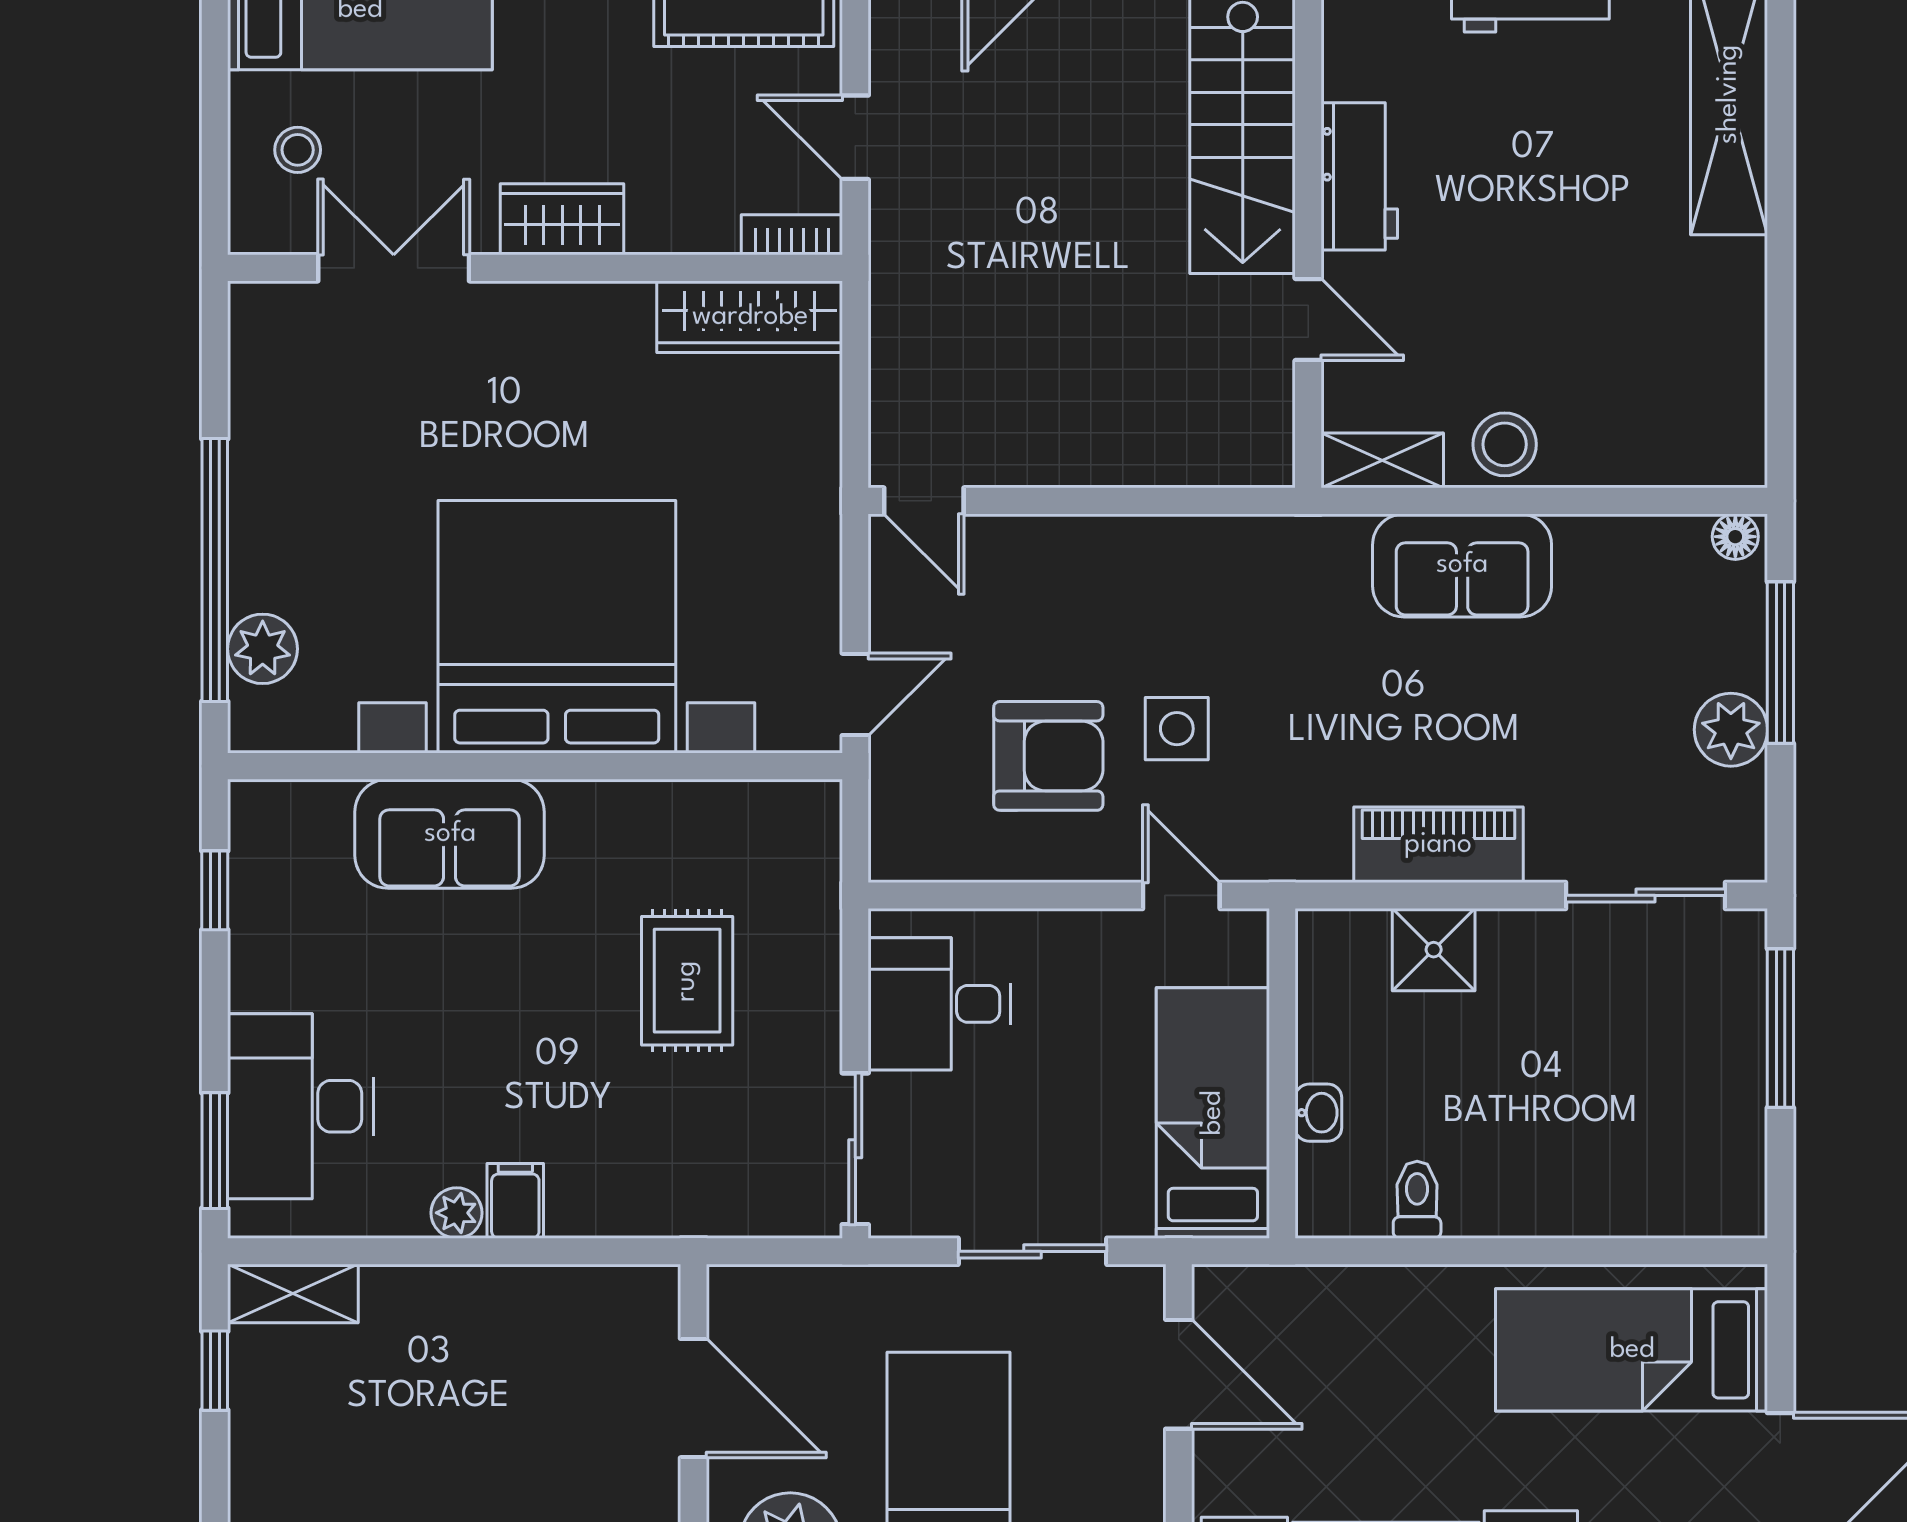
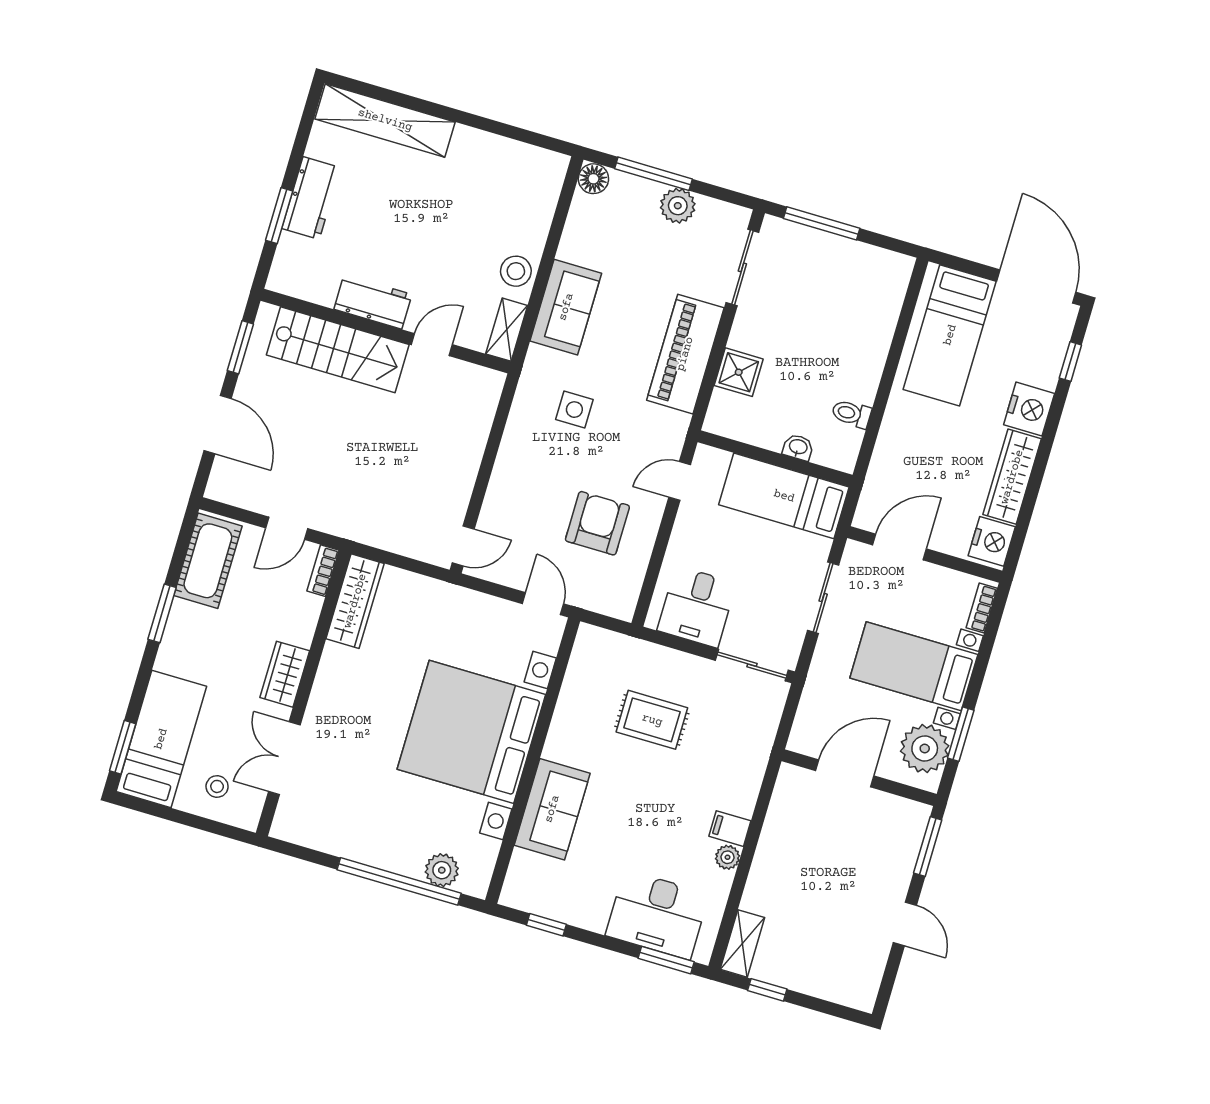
floor lamp: (1735, 537) -> (593, 179), width x1.37, depth x1.37
side table: (1177, 729) -> (574, 410), moved
piano: (1438, 845) -> (685, 354), width x1.37, depth x1.33

